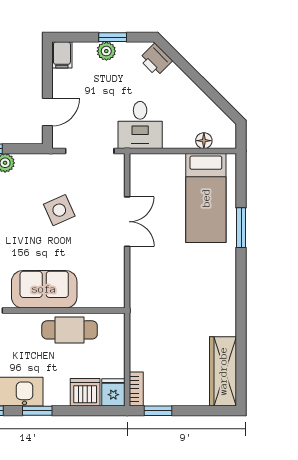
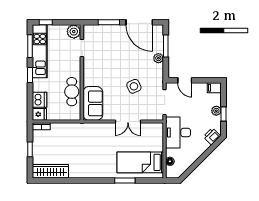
desk: (140, 125) -> (178, 132), width x1.37
sofa: (44, 289) -> (93, 103), moved
window: (158, 411) -> (30, 149), moved

